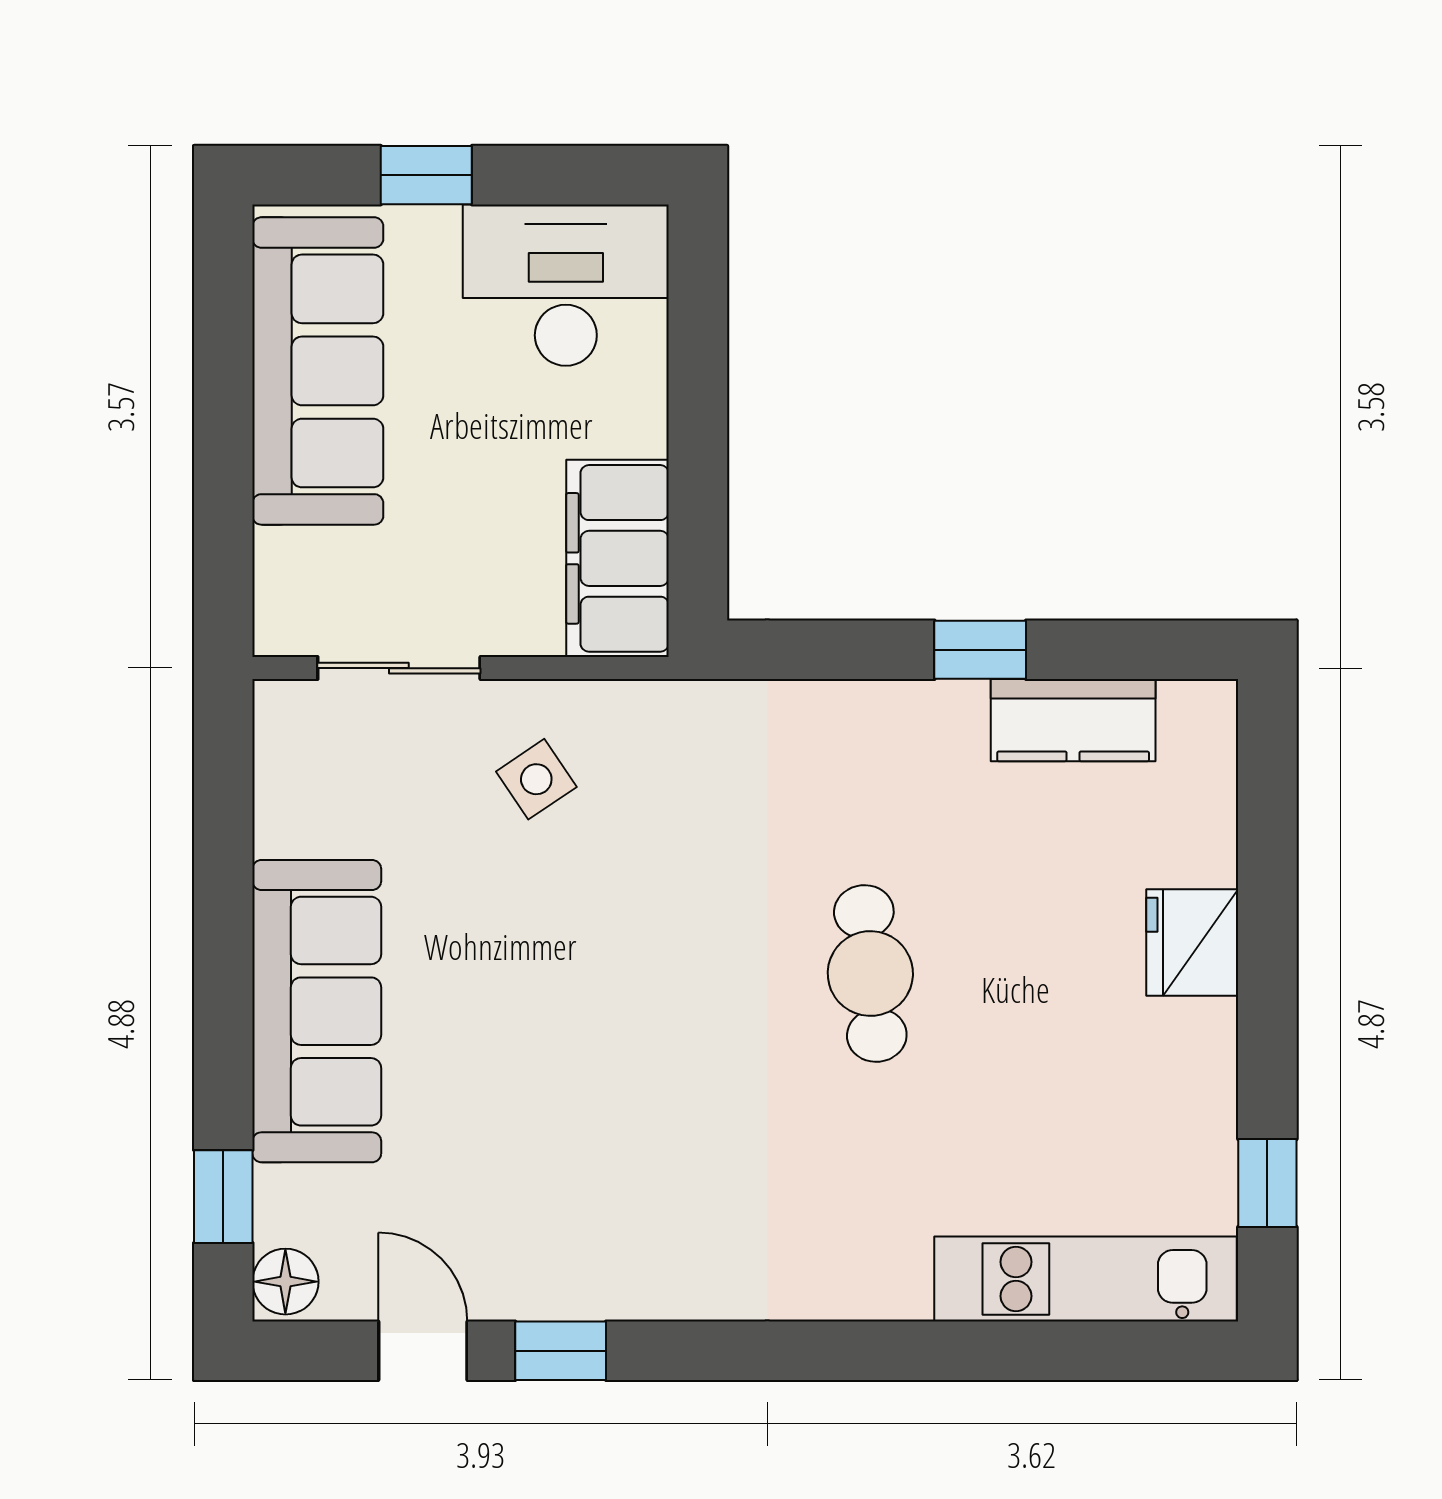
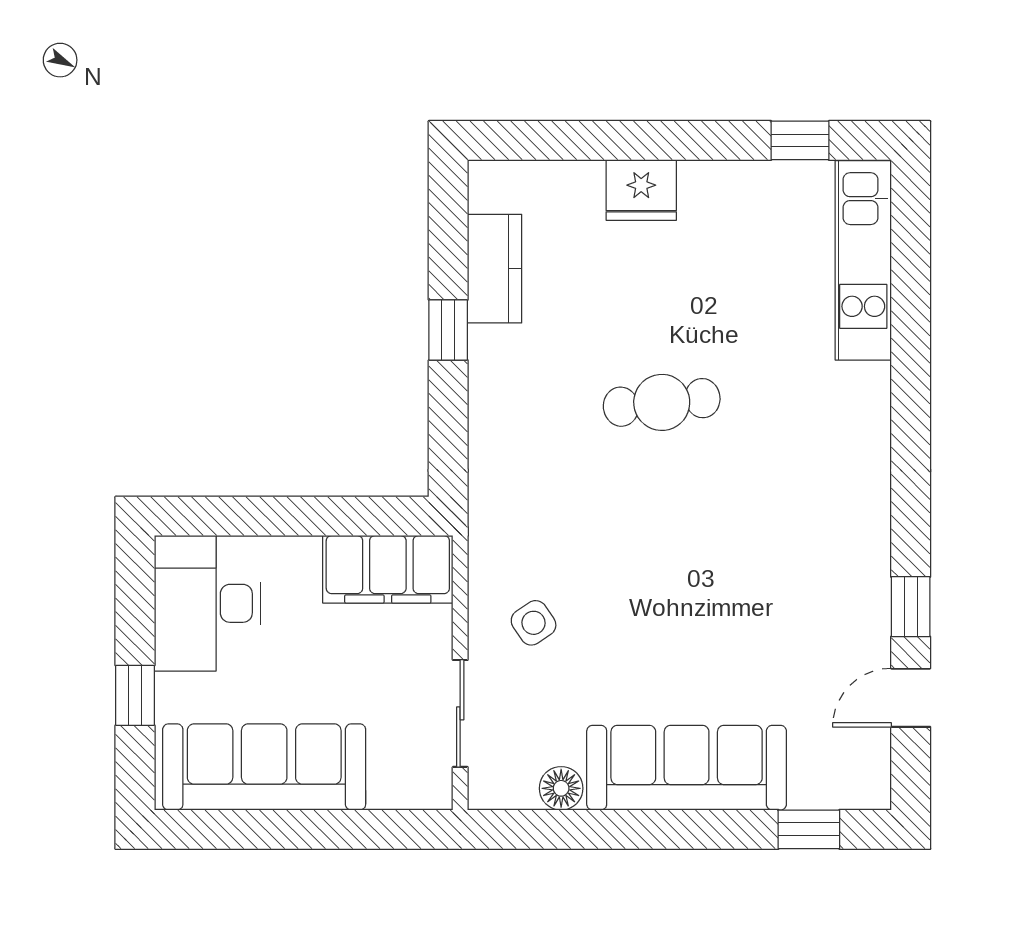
floor lamp: (285, 1282) -> (561, 788), moved

